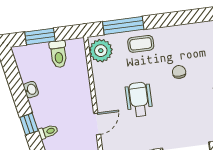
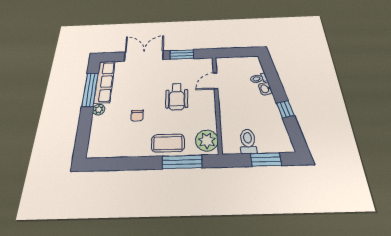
coffee table: (141, 44) -> (168, 143), width x1.36, depth x1.30
washbasin: (31, 90) -> (265, 89), moved
window: (29, 124) -> (285, 109), moved

